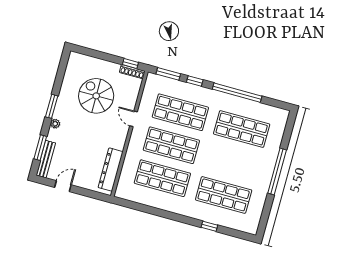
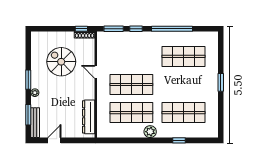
shop shelf: (180, 112) -> (131, 56), removed
window: (277, 171) -> (221, 82), width x0.47
plant: (178, 207) -> (150, 132), added

